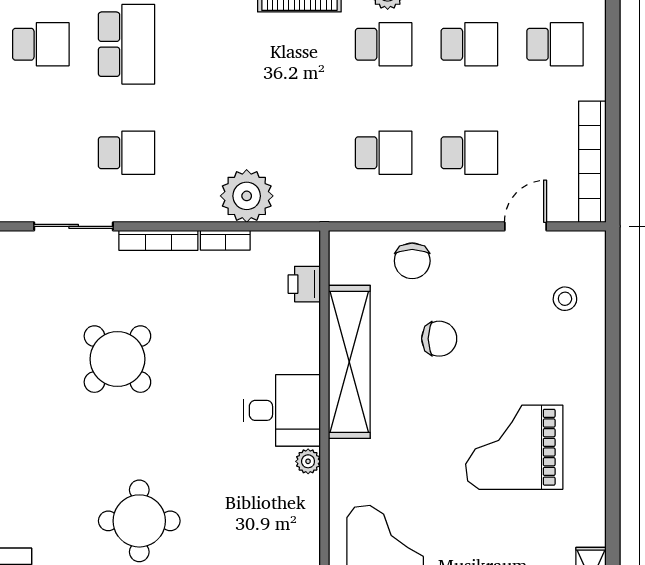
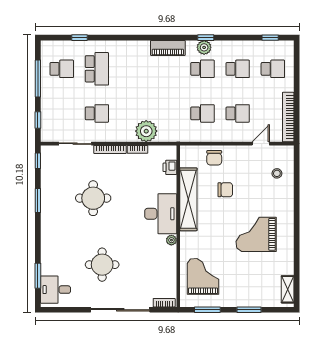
round table: (117, 359) -> (93, 198), turned 45
desk: (282, 410) -> (161, 214), width x1.37

